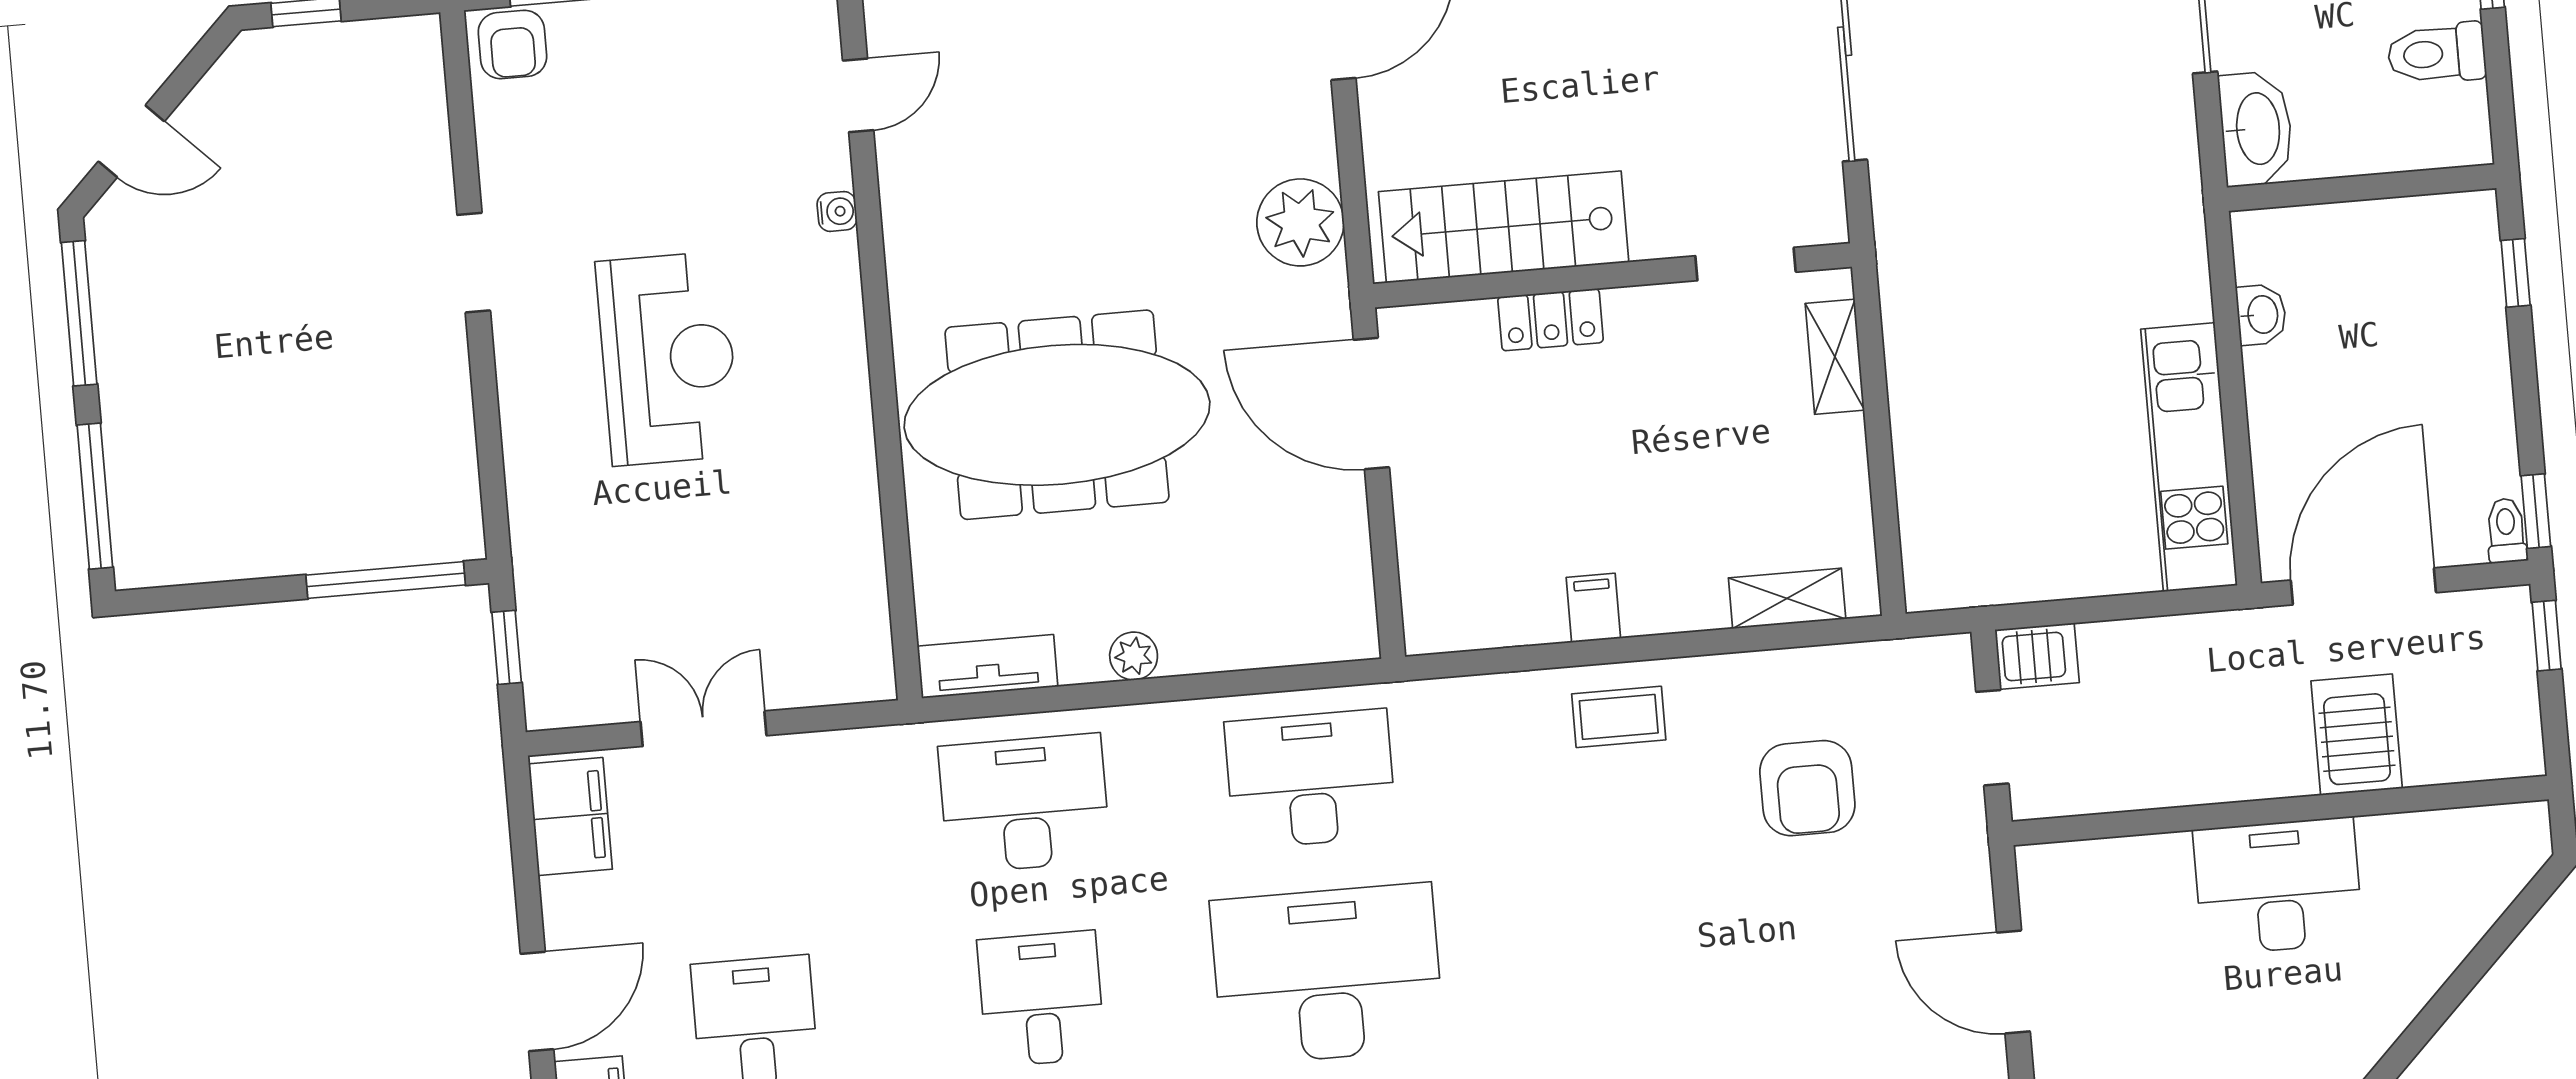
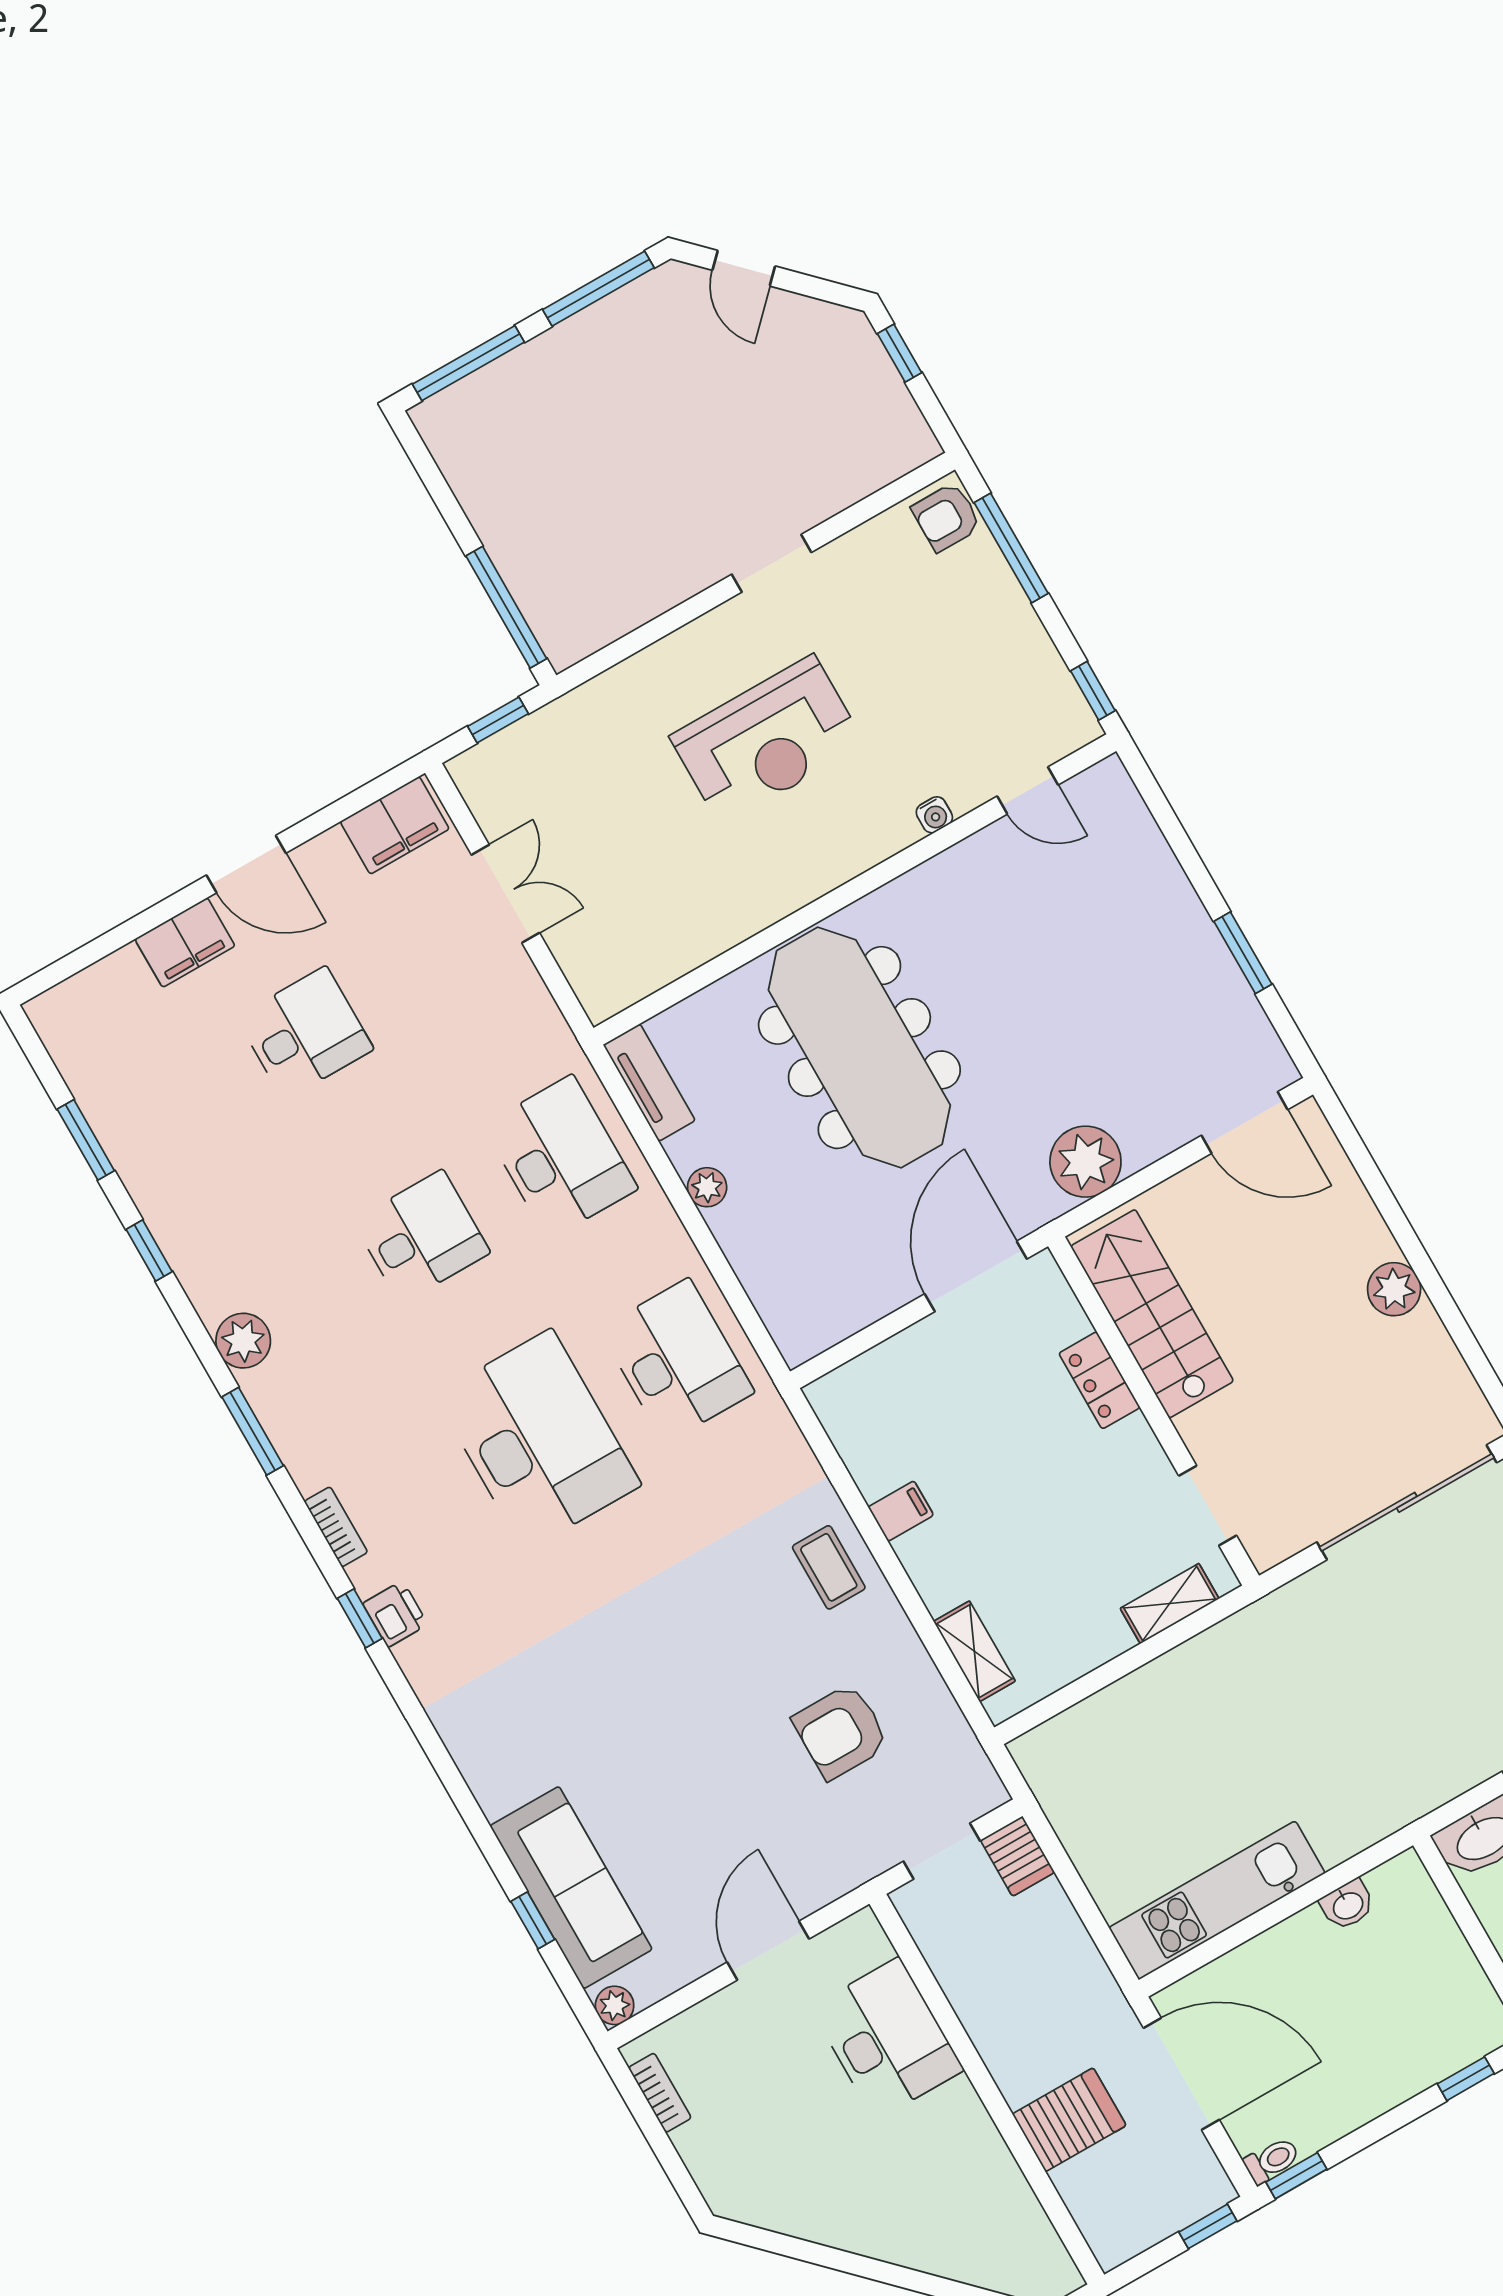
desk: (2278, 886) -> (887, 2039), moved

